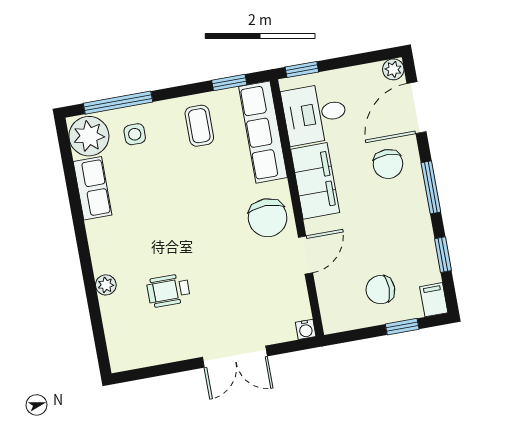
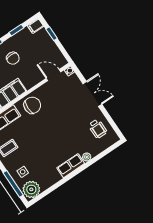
row of seats: (93, 188) -> (71, 166), moved
door: (305, 255) -> (53, 75), moved
wheelchair: (168, 290) -> (98, 129), moved
chair: (380, 290) -> (13, 58), moved

